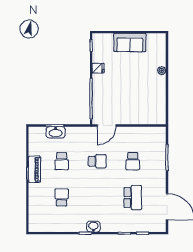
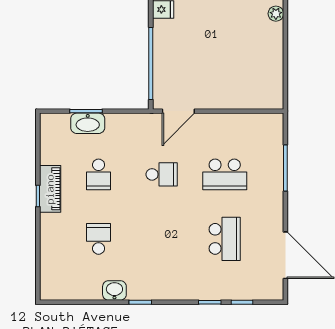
school desk: (133, 161) -> (225, 174), width x1.85
washbasin: (93, 227) -> (114, 290), moved

